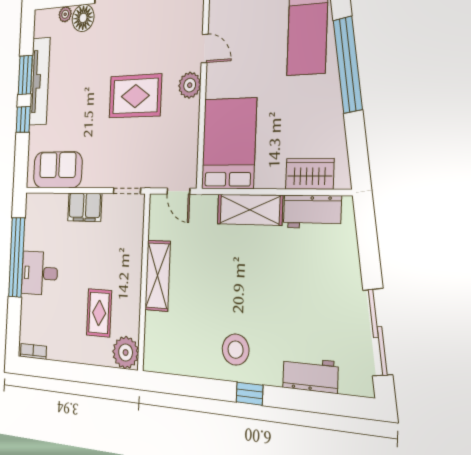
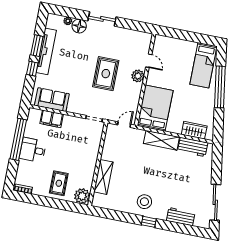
rug: (135, 96) -> (106, 74), turned 90
door: (178, 191) -> (124, 125), swing flipped
filing cabinet: (85, 207) -> (52, 119), moved
shelving: (158, 276) -> (103, 177), moved
rug: (99, 313) -> (59, 183), moved

